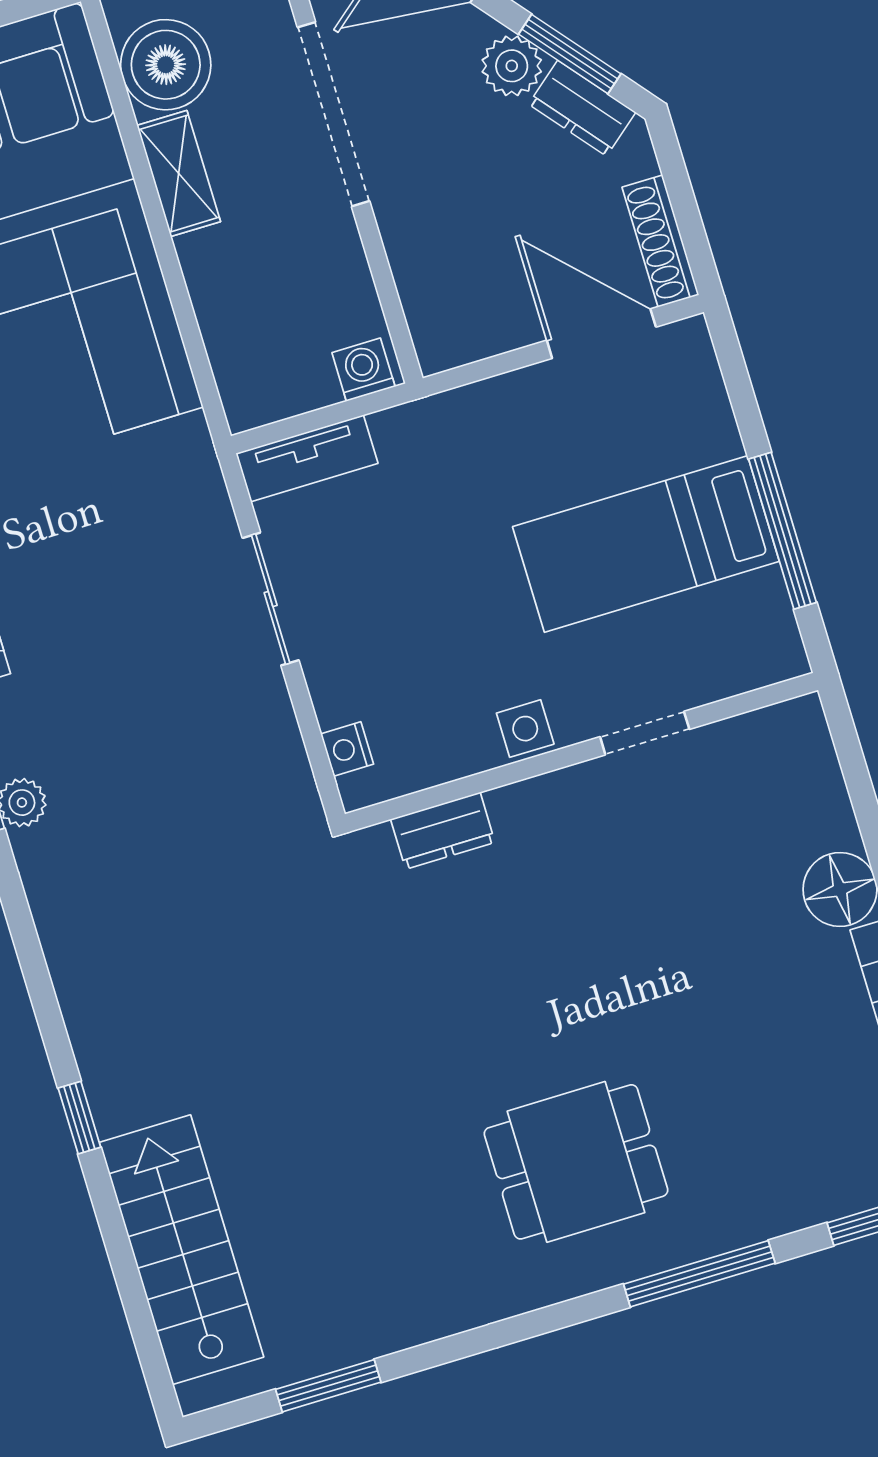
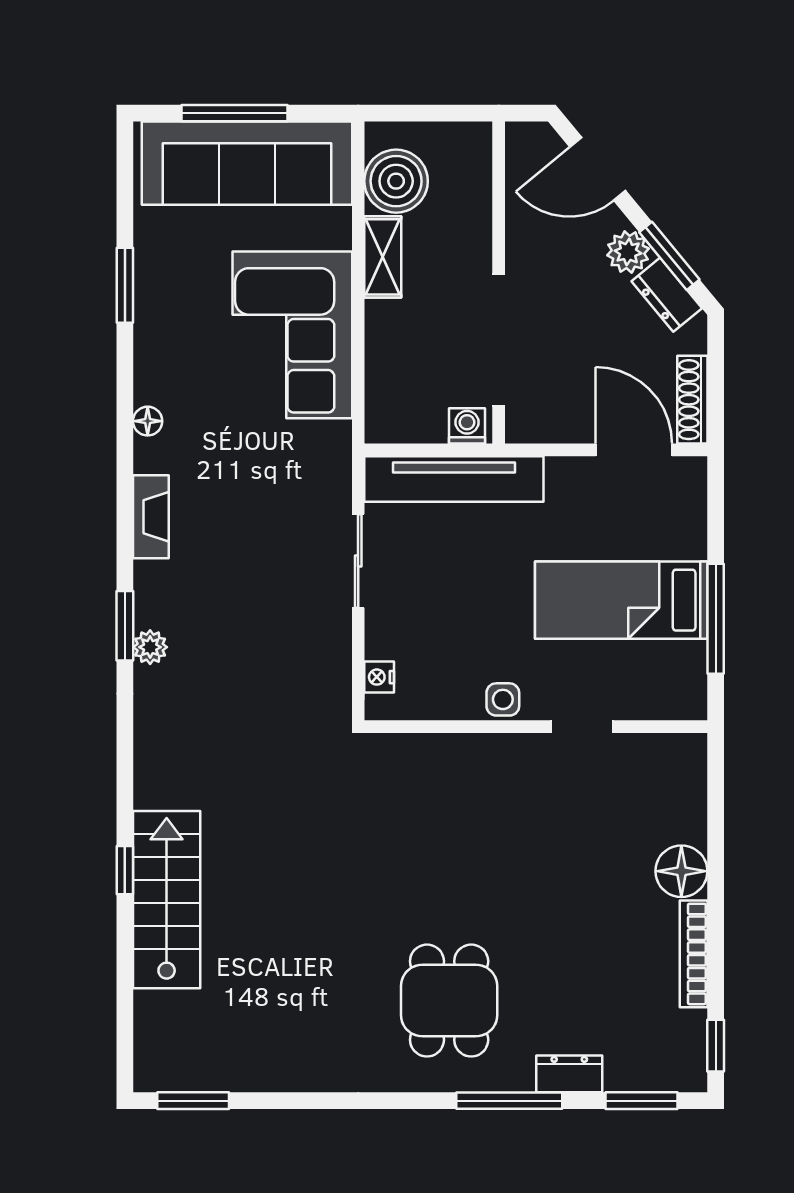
doorway: (334, 114) -> (499, 340), moved
tv unit: (307, 458) -> (454, 479), width x1.92, depth x1.29
dresser: (443, 831) -> (569, 1074), moved, turned 180
dining table: (576, 1162) -> (449, 1001), turned 90
stairs: (181, 1250) -> (167, 900), moved
window: (328, 1386) -> (193, 1101), moved

